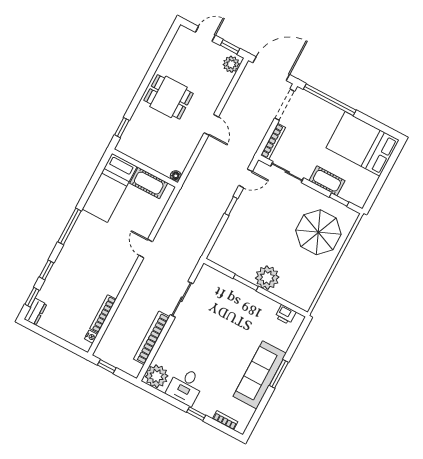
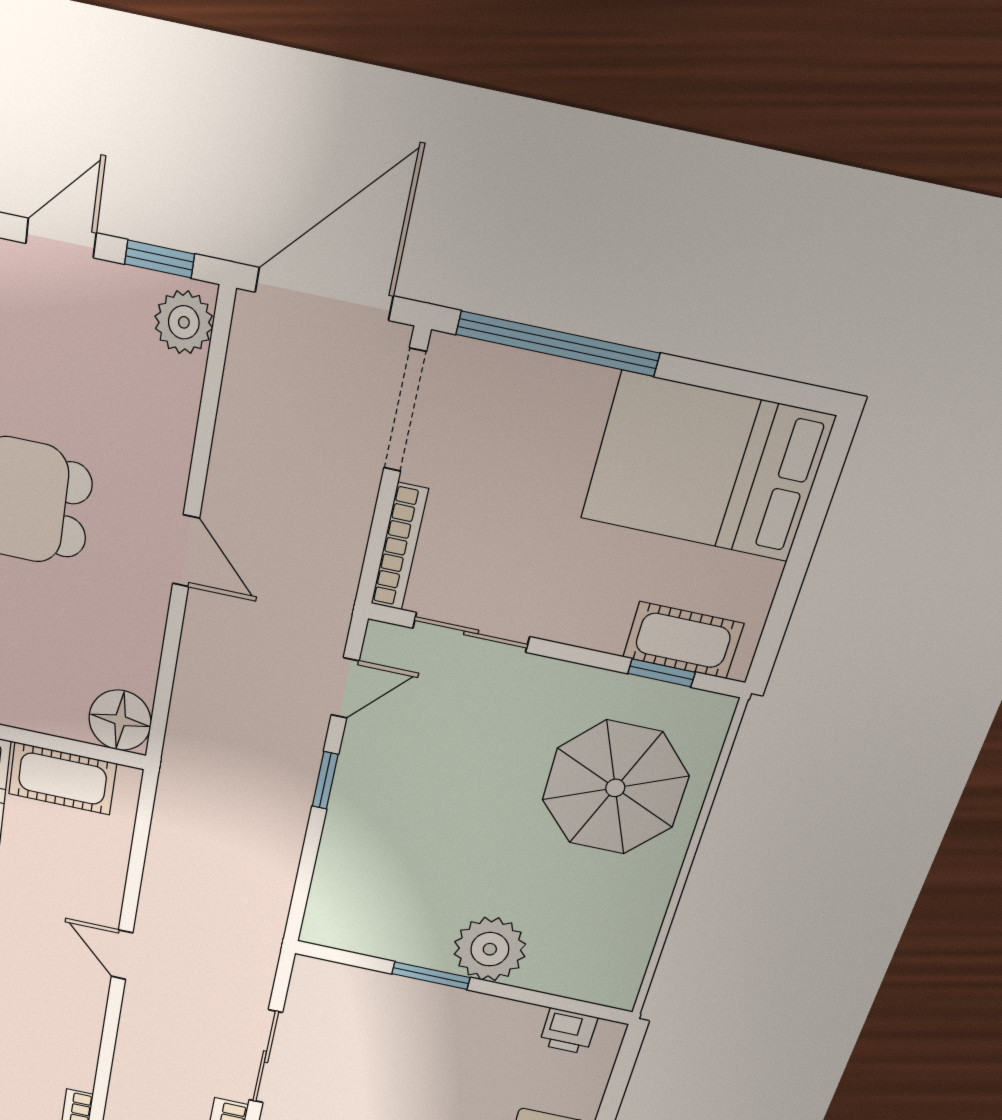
floor lamp: (176, 176) -> (120, 720), width x1.89, depth x1.89
cot: (327, 181) -> (683, 640), moved

